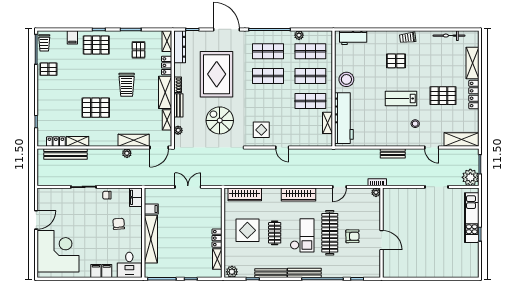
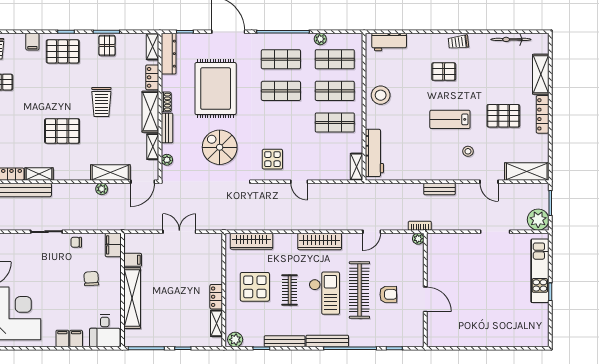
pallet: (138, 50) -> (107, 46), moved
workbench: (344, 118) -> (374, 153), width x0.73, depth x0.76
shelving: (328, 123) -> (357, 167), moved

